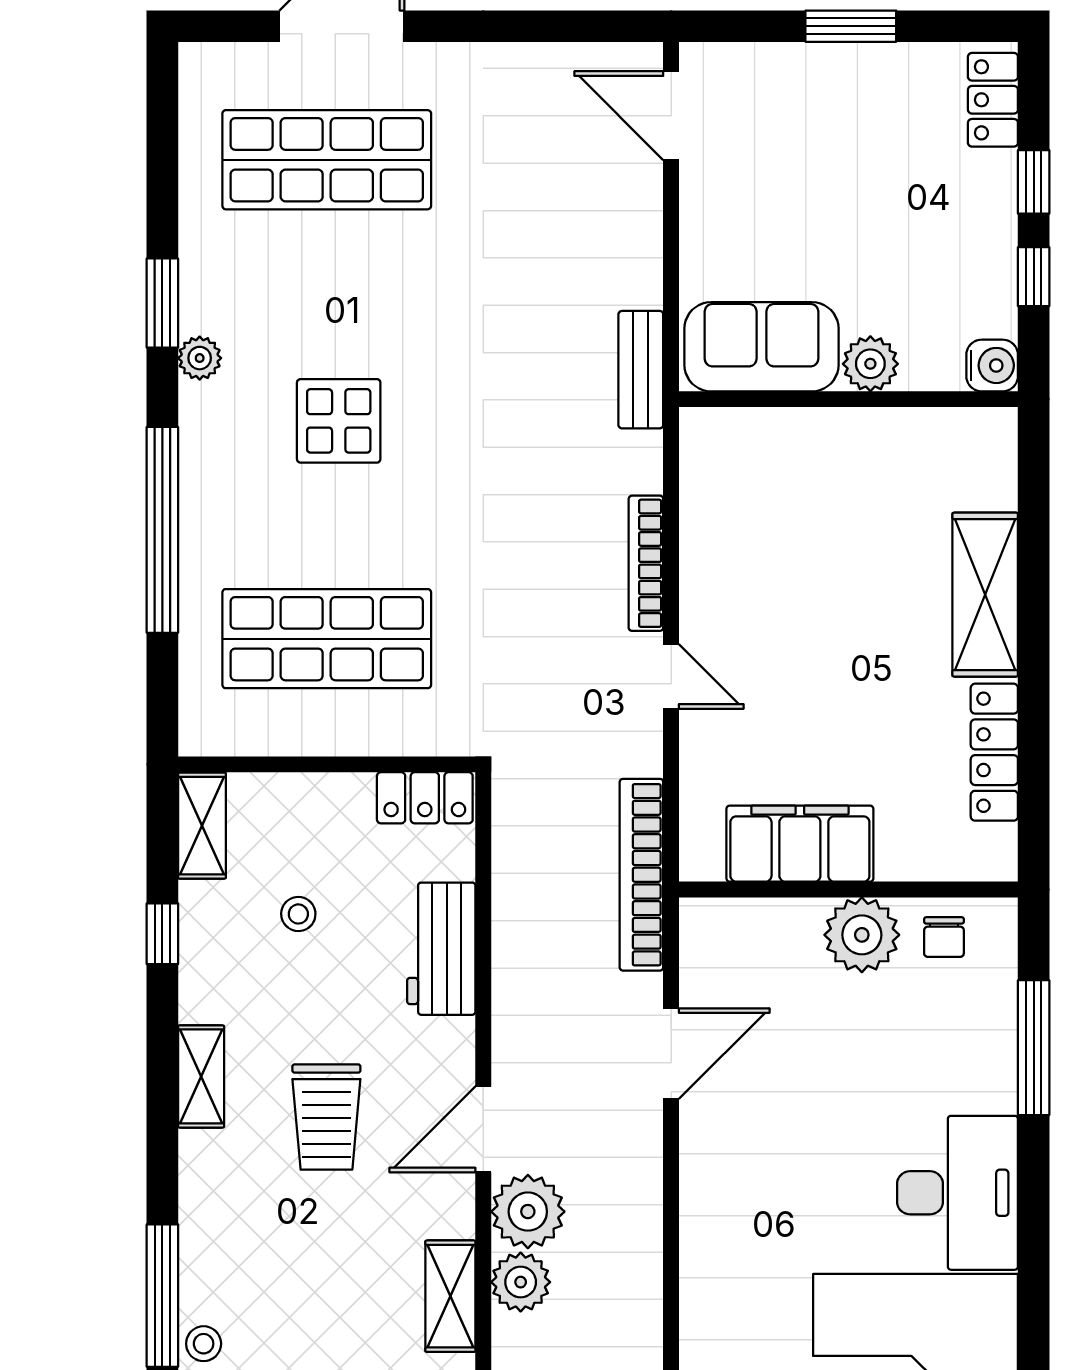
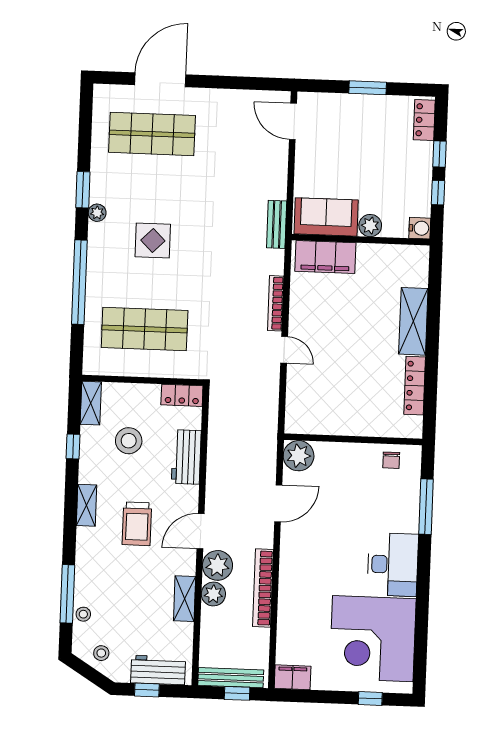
filing cabinet: (800, 844) -> (325, 257), moved, turned 180
bookcase: (641, 875) -> (263, 588), moved
stool: (298, 914) -> (129, 441), width x1.89, depth x1.89
plant: (862, 935) -> (299, 456), moved

